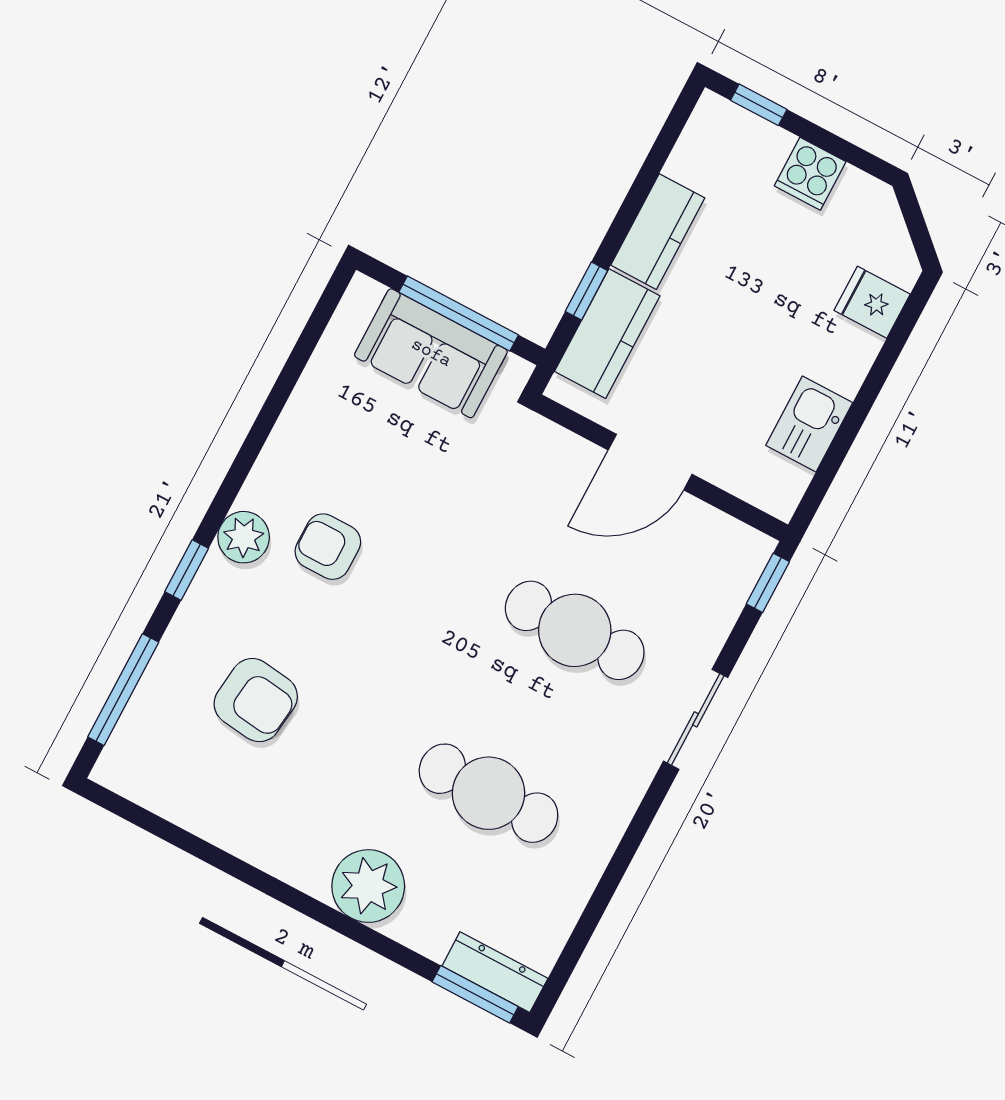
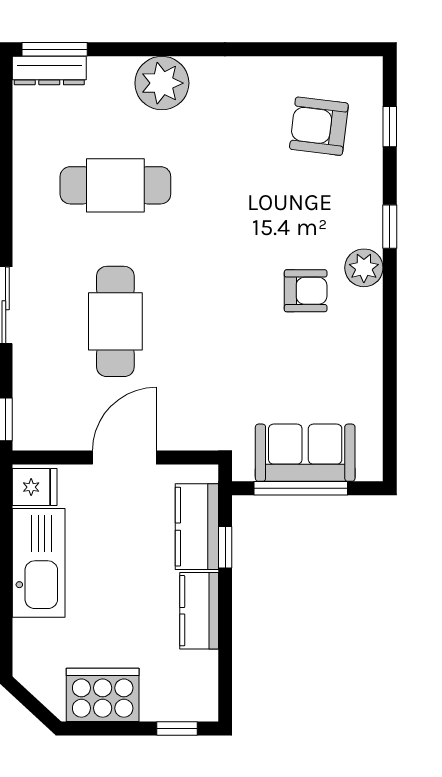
cooker: (810, 174) -> (103, 695), width x1.87, depth x1.31
fridge: (872, 302) -> (35, 487), moved
kitchen sink: (809, 424) -> (39, 563), width x1.88, depth x1.24
cafe table: (575, 630) -> (115, 321), turned 90
window: (123, 690) -> (390, 127), width x0.46
armchair: (256, 700) -> (319, 126), moved

